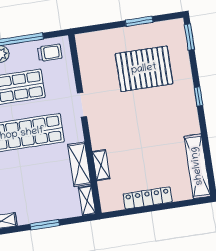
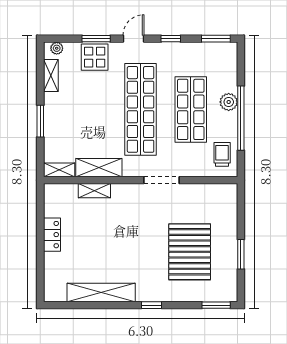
trolley: (50, 53) -> (222, 154), turned 180
doorway: (82, 105) -> (162, 180), width x1.38
shelving: (197, 166) -> (101, 293), moved
locker: (148, 198) -> (52, 235), width x0.66

